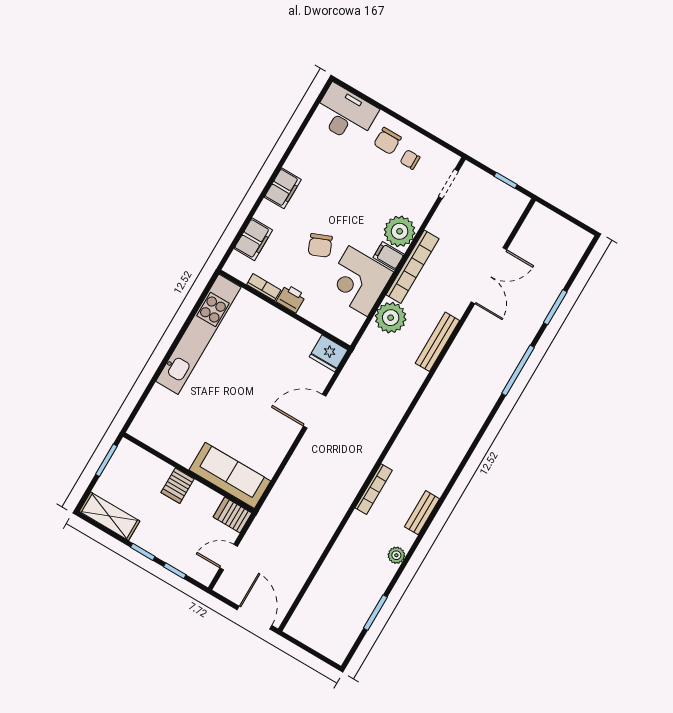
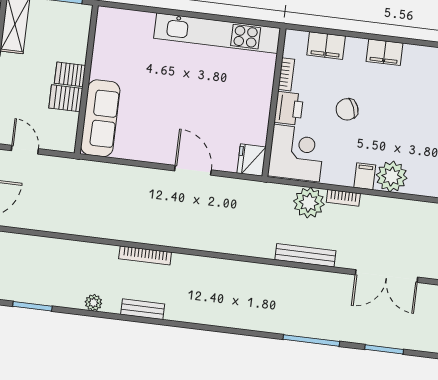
bookcase: (412, 267) -> (343, 198), width x0.43, depth x0.76
corner desk: (358, 281) -> (296, 153), moved, turned 90
printer: (291, 299) -> (289, 108), width x1.36, depth x1.24
server rack: (232, 515) -> (66, 98), moved, turned -90

